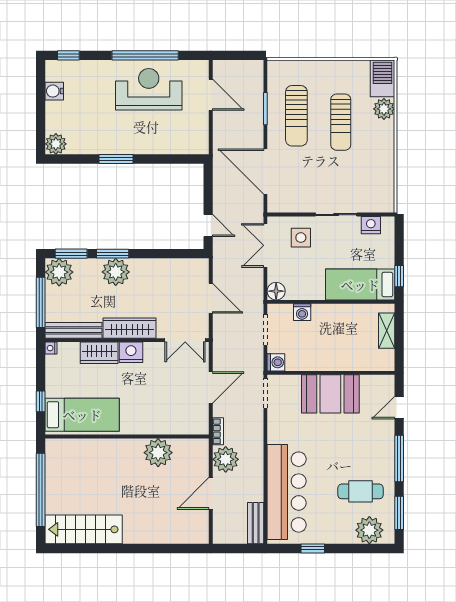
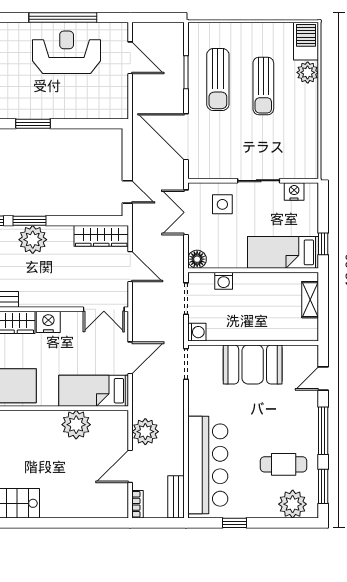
wardrobe: (130, 328) -> (101, 236), moved, turned 180
bed: (175, 419) -> (94, 391), added
bookcase: (218, 431) -> (138, 504), moved

